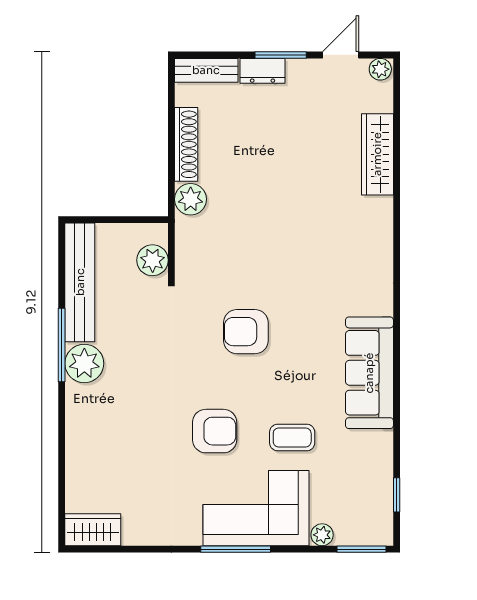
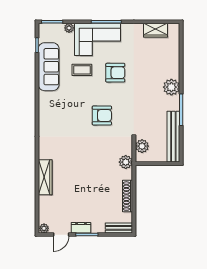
dresser: (263, 71) -> (81, 228), moved
wardrobe: (377, 154) -> (45, 177), moved
plant: (191, 199) -> (126, 162), moved
plant: (84, 363) -> (171, 87), moved
sofa: (369, 373) -> (49, 67), moved
armchair: (215, 431) -> (115, 73), turned 180
wardrobe: (93, 530) -> (155, 30), moved

